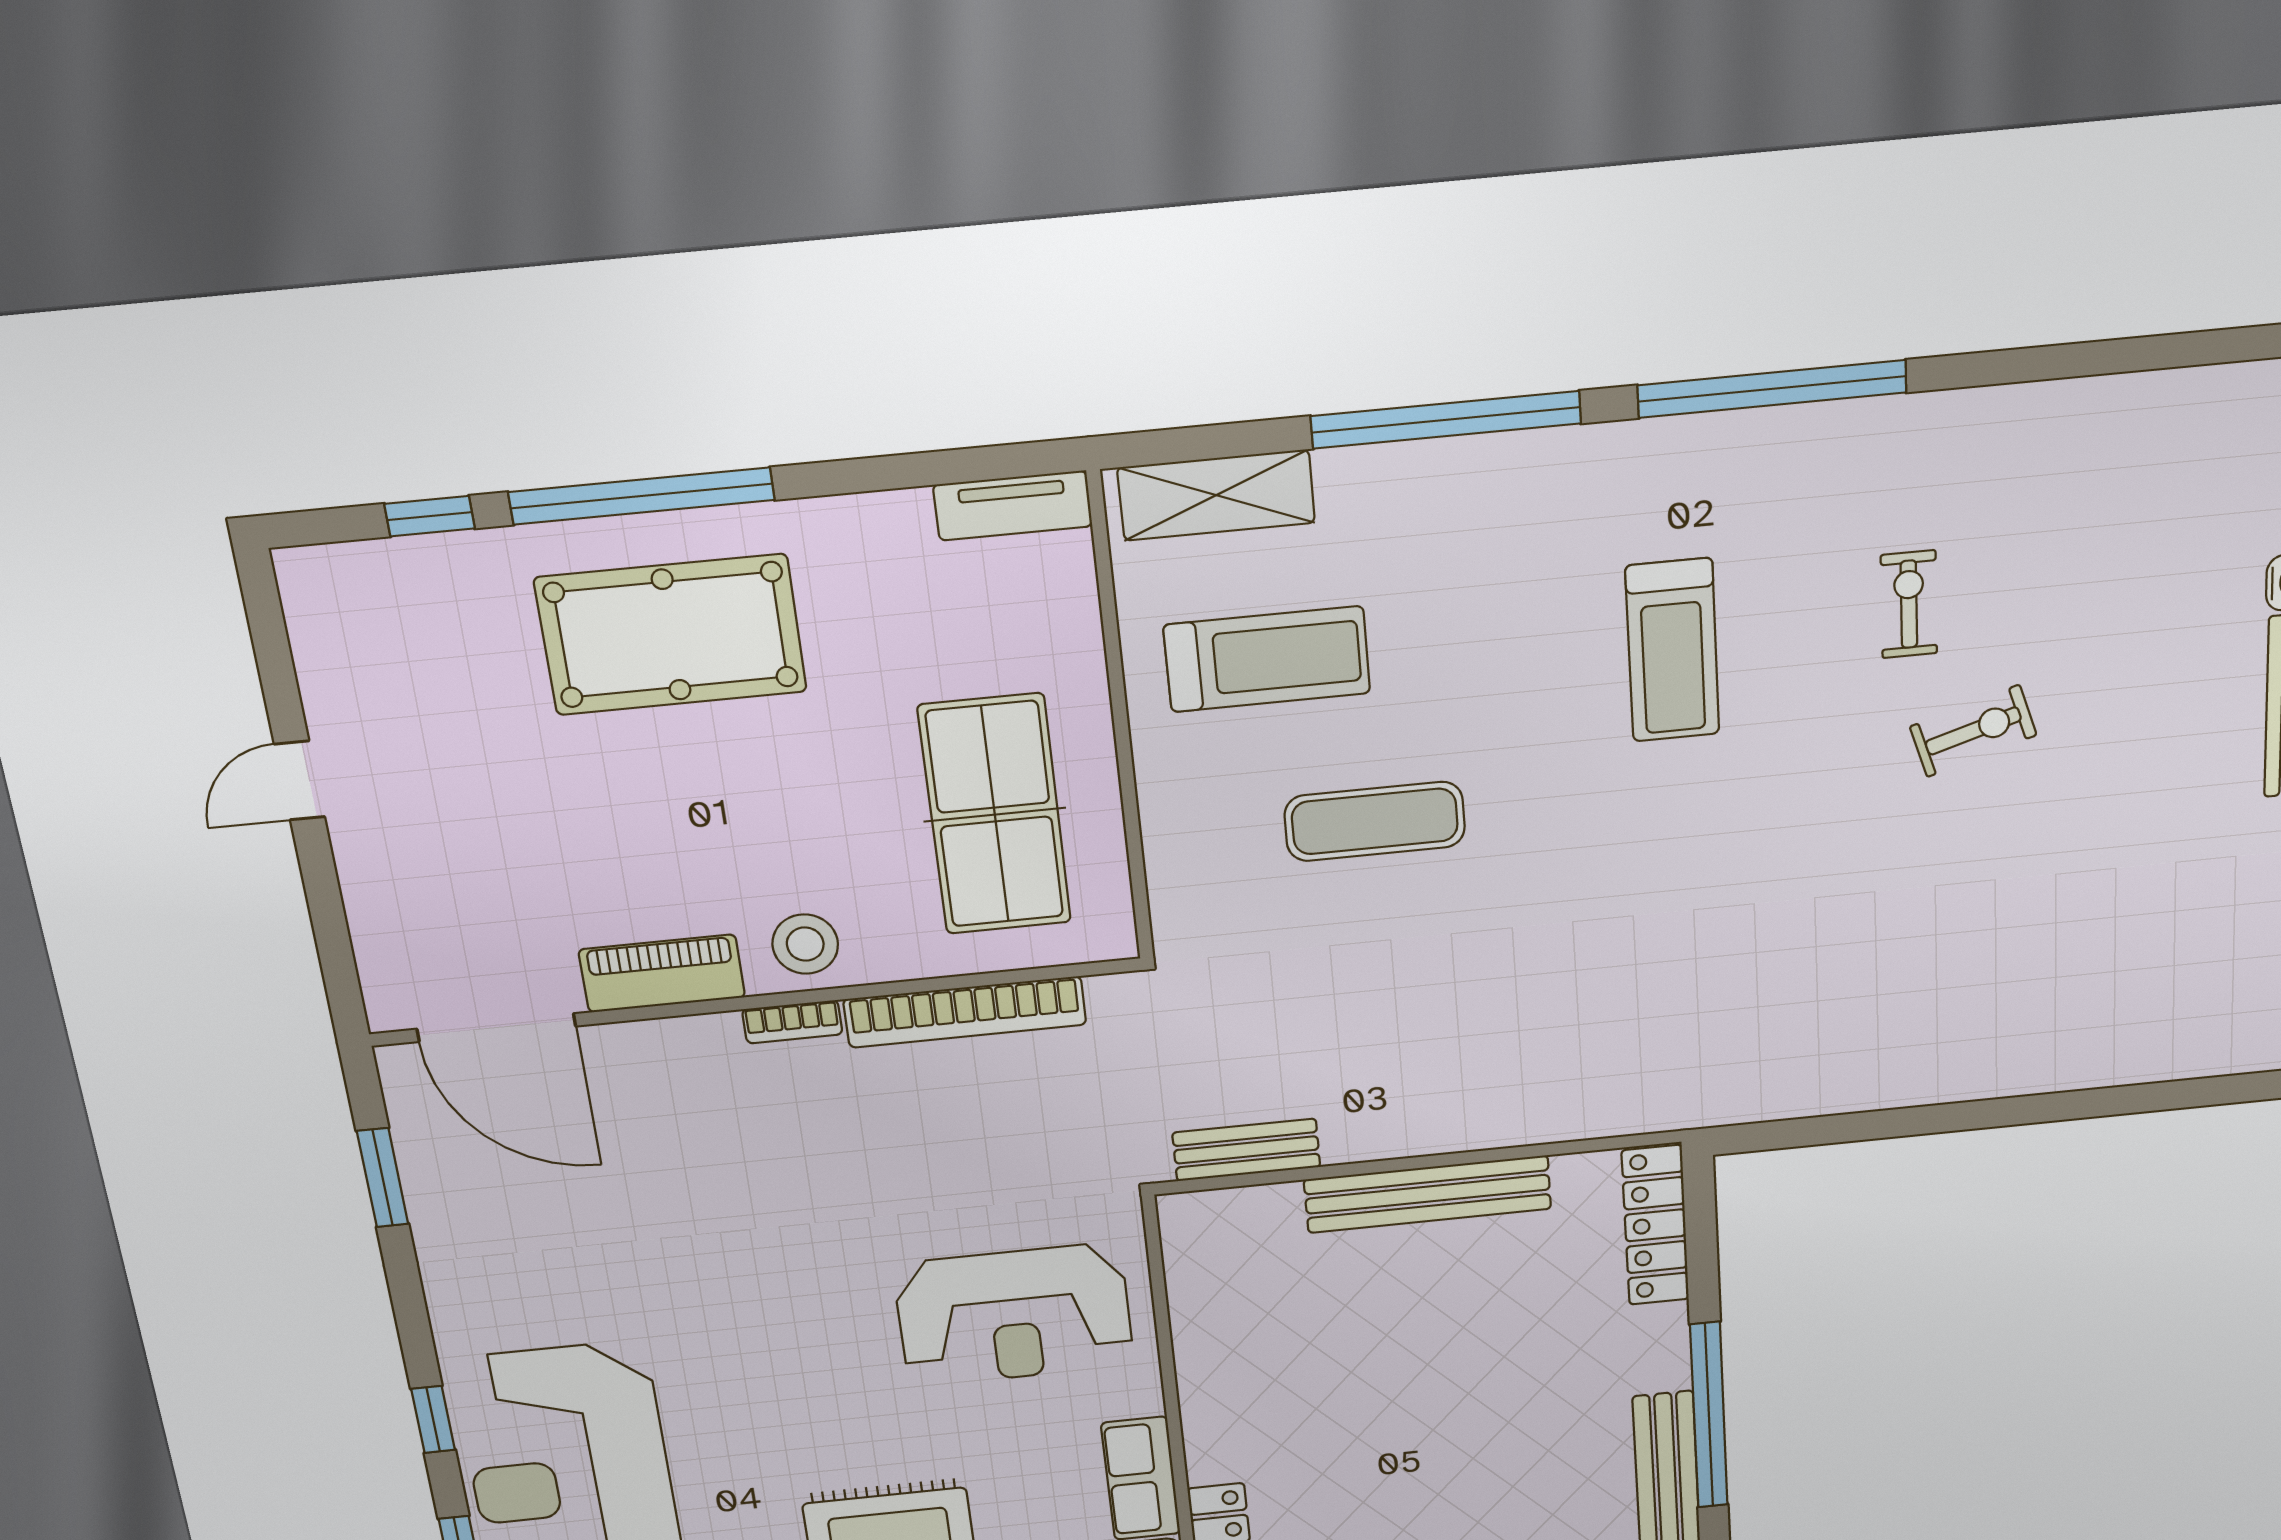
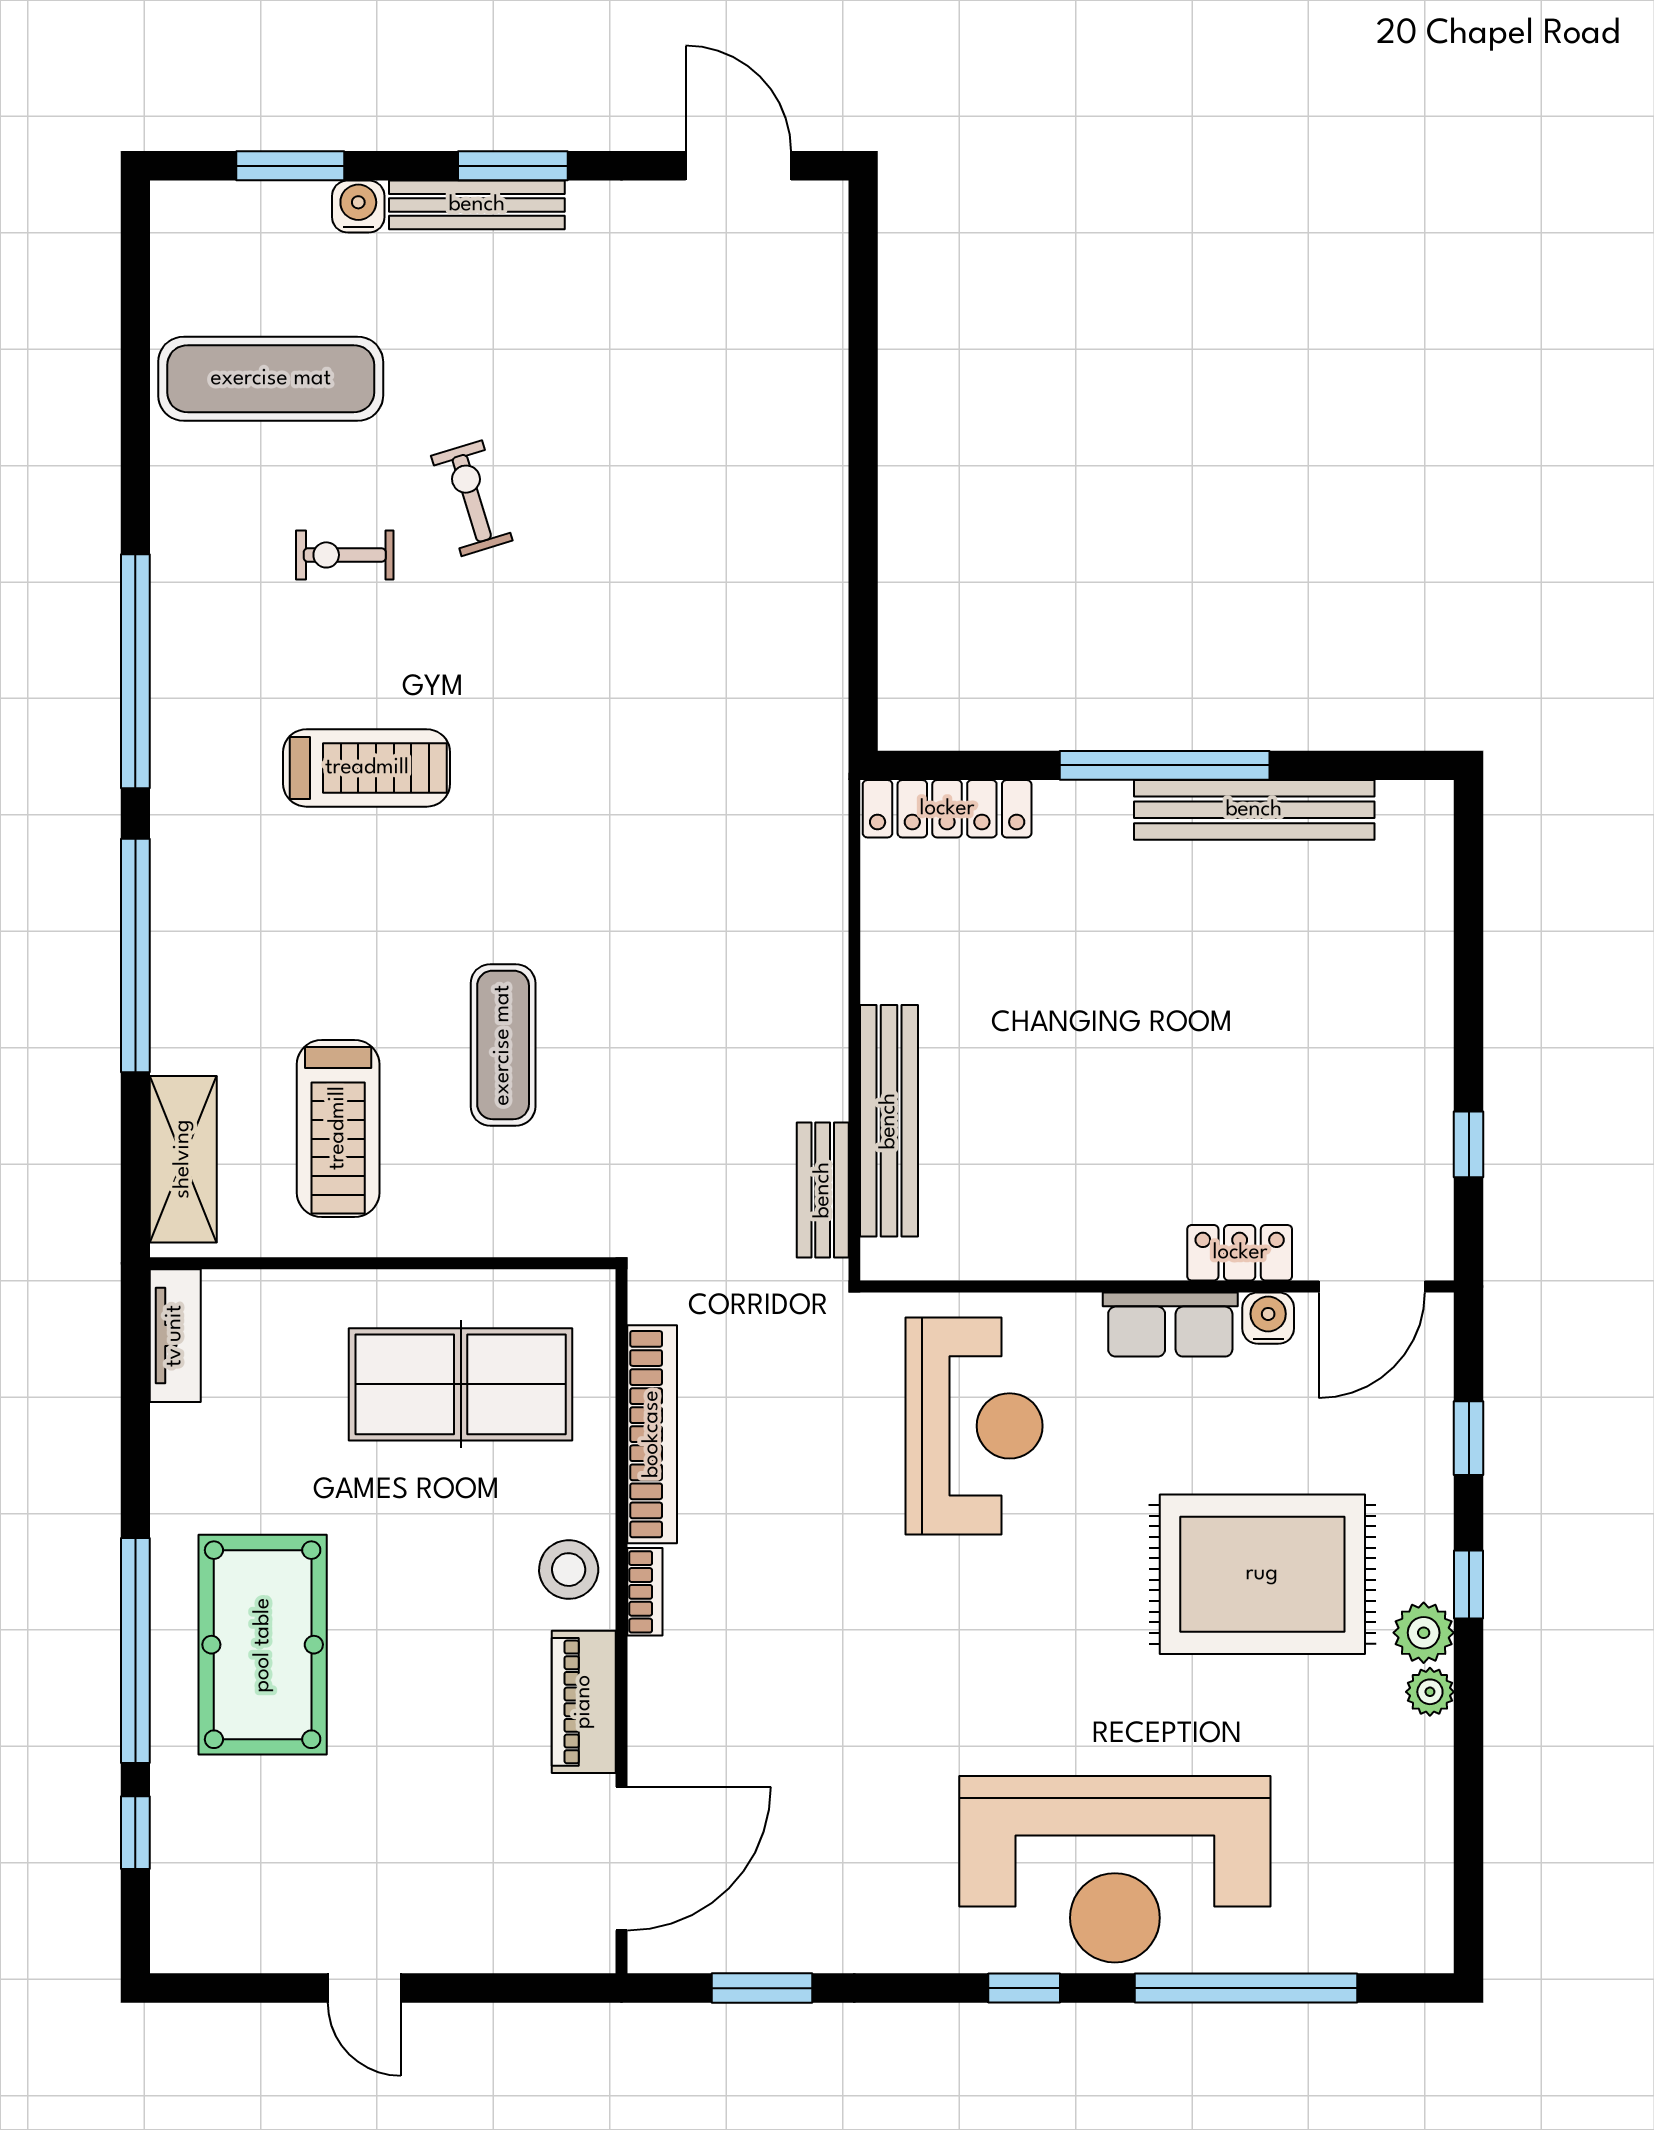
exercise mat: (2105, 506) -> (271, 379), added
treadmill: (1267, 659) -> (338, 1128), turned 180
bench: (1428, 1194) -> (889, 1121), moved

